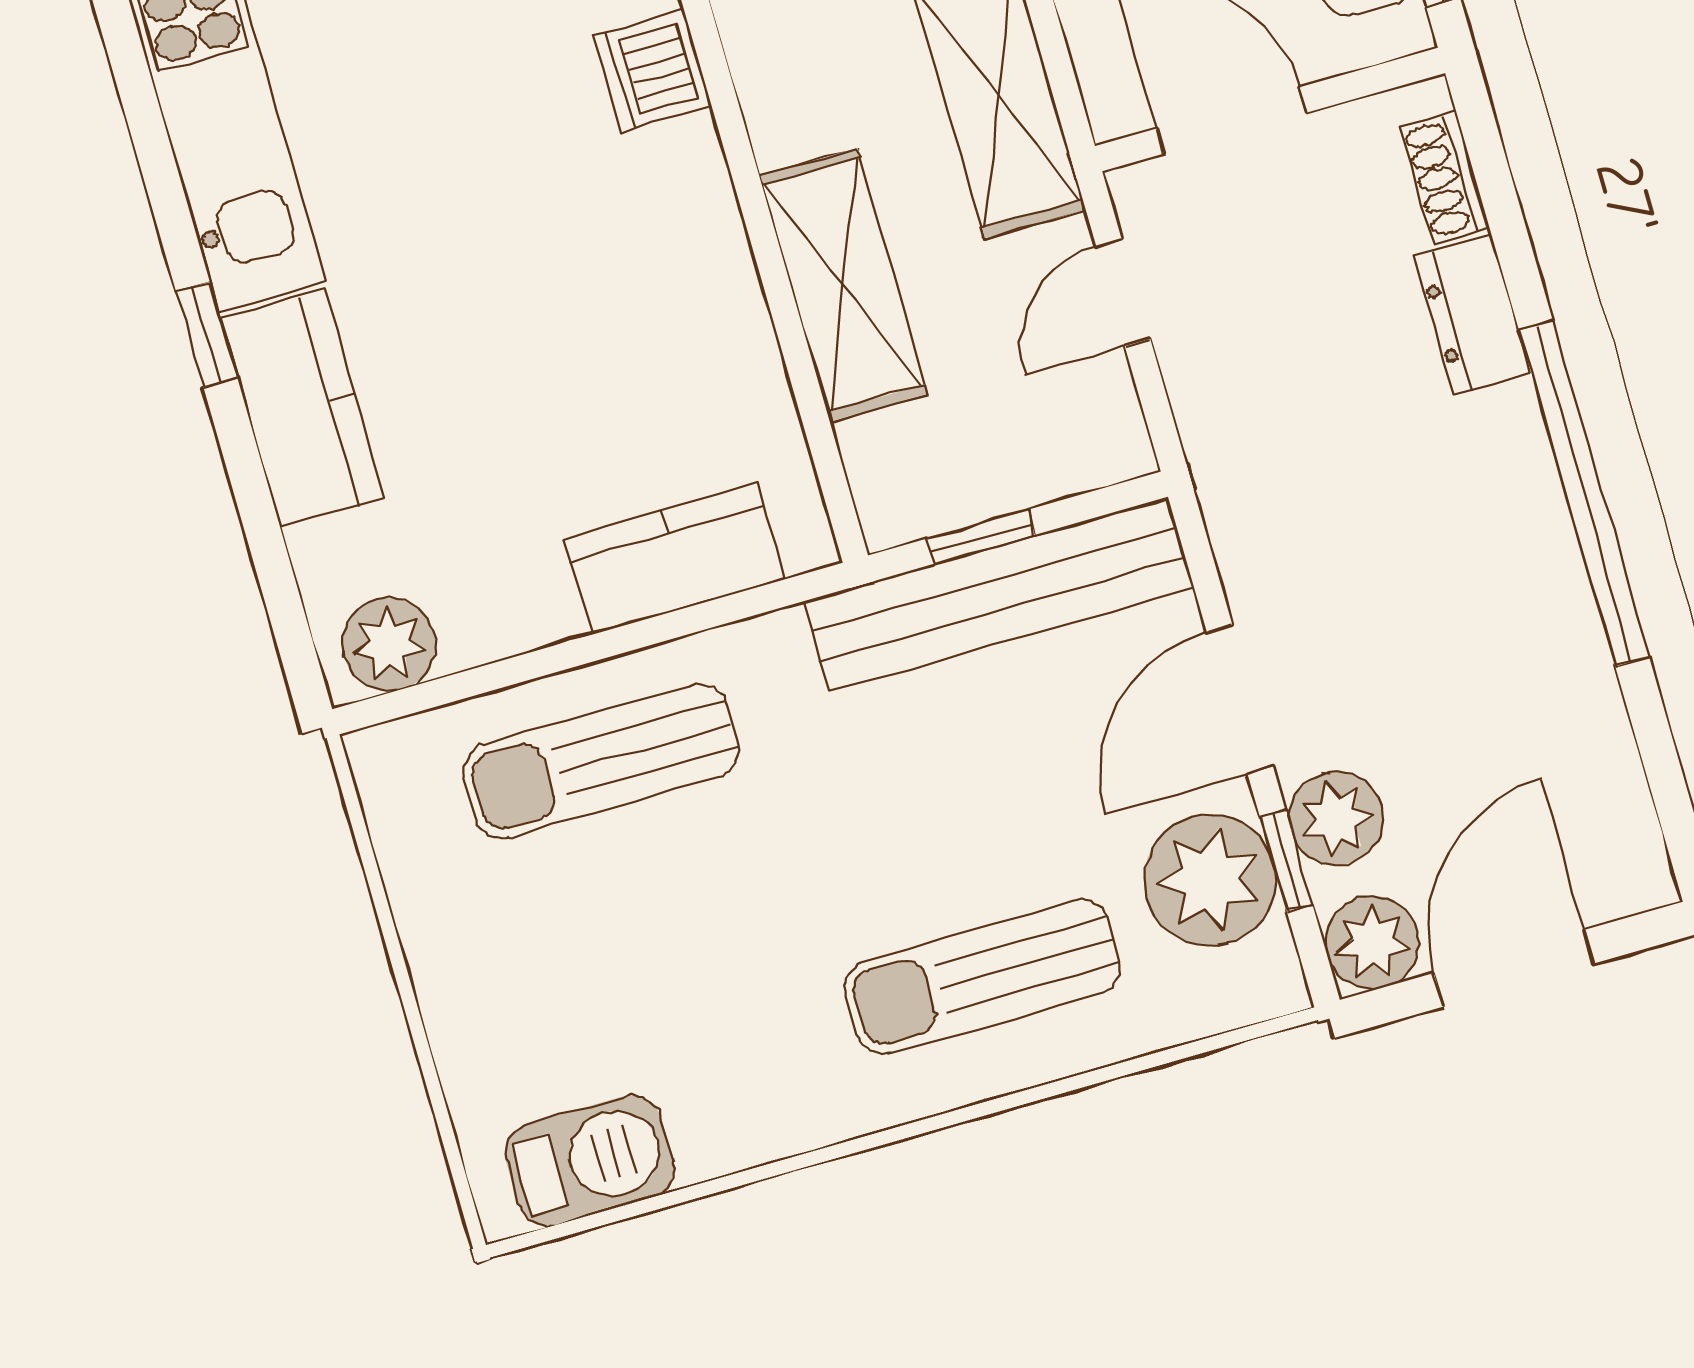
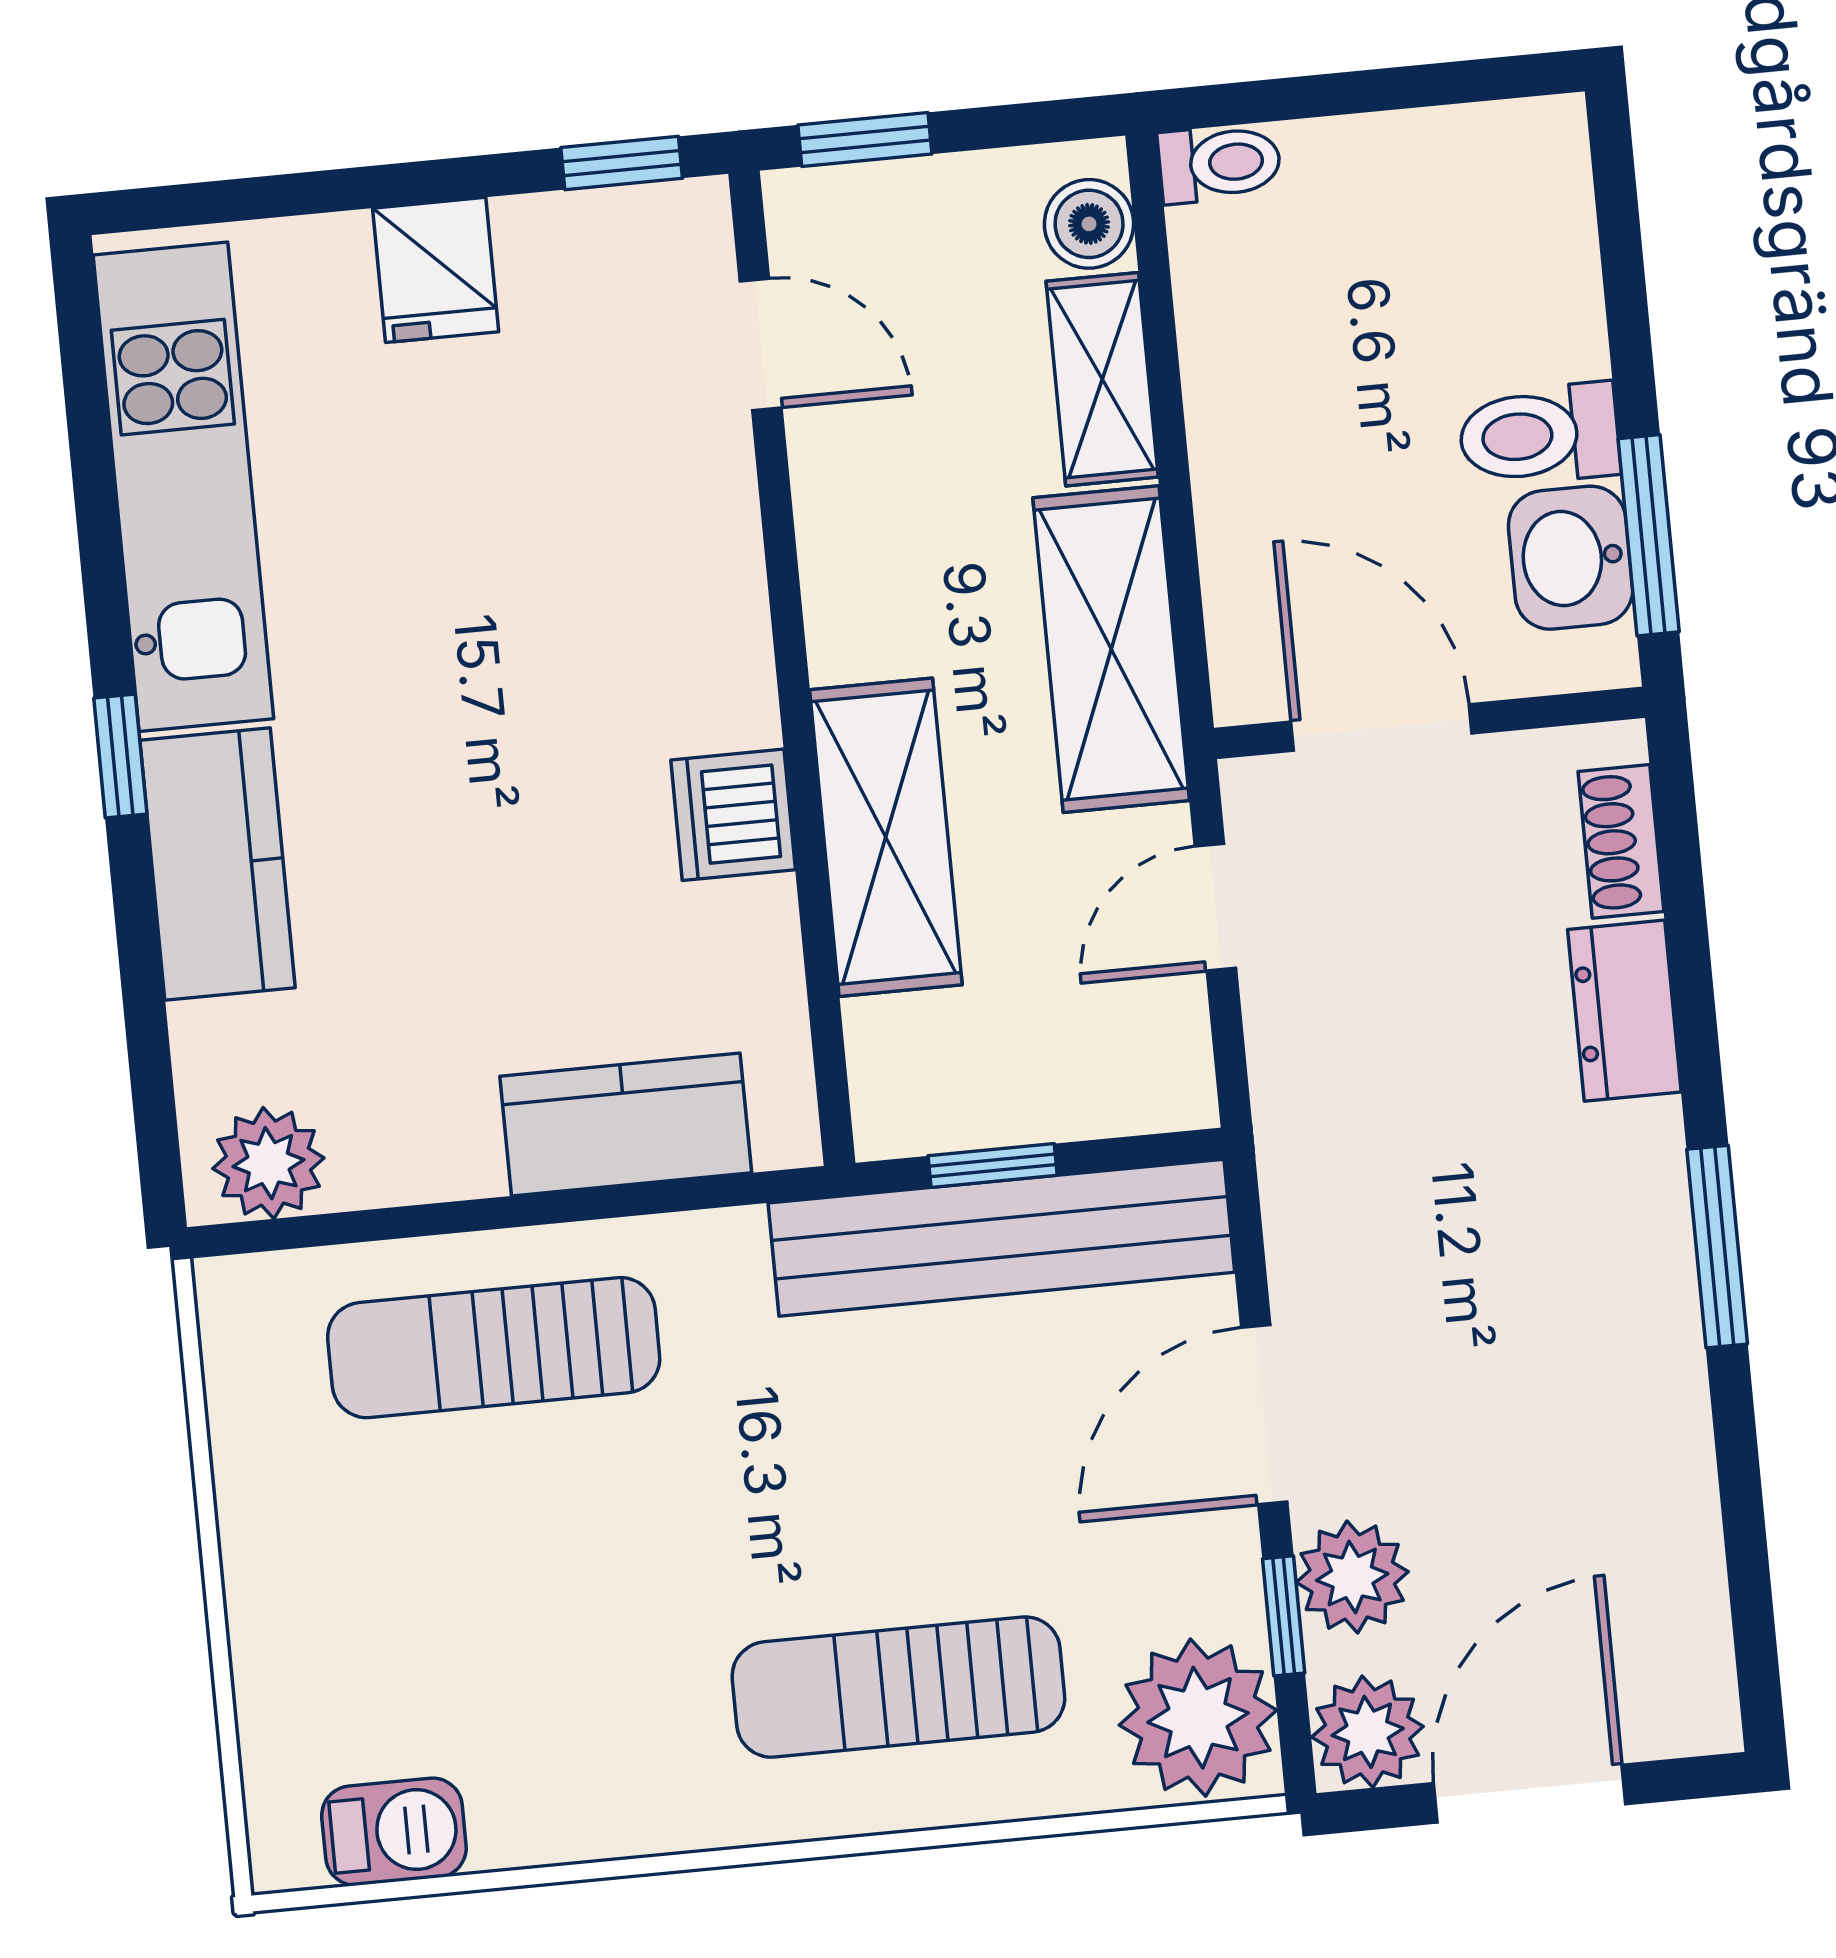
dishwasher: (653, 70) -> (733, 815), moved
window: (1584, 493) -> (1717, 1247), width x0.47
plant: (1210, 880) -> (1198, 1718), moved
barbecue: (590, 1161) -> (394, 1832), width x0.73, depth x0.79

